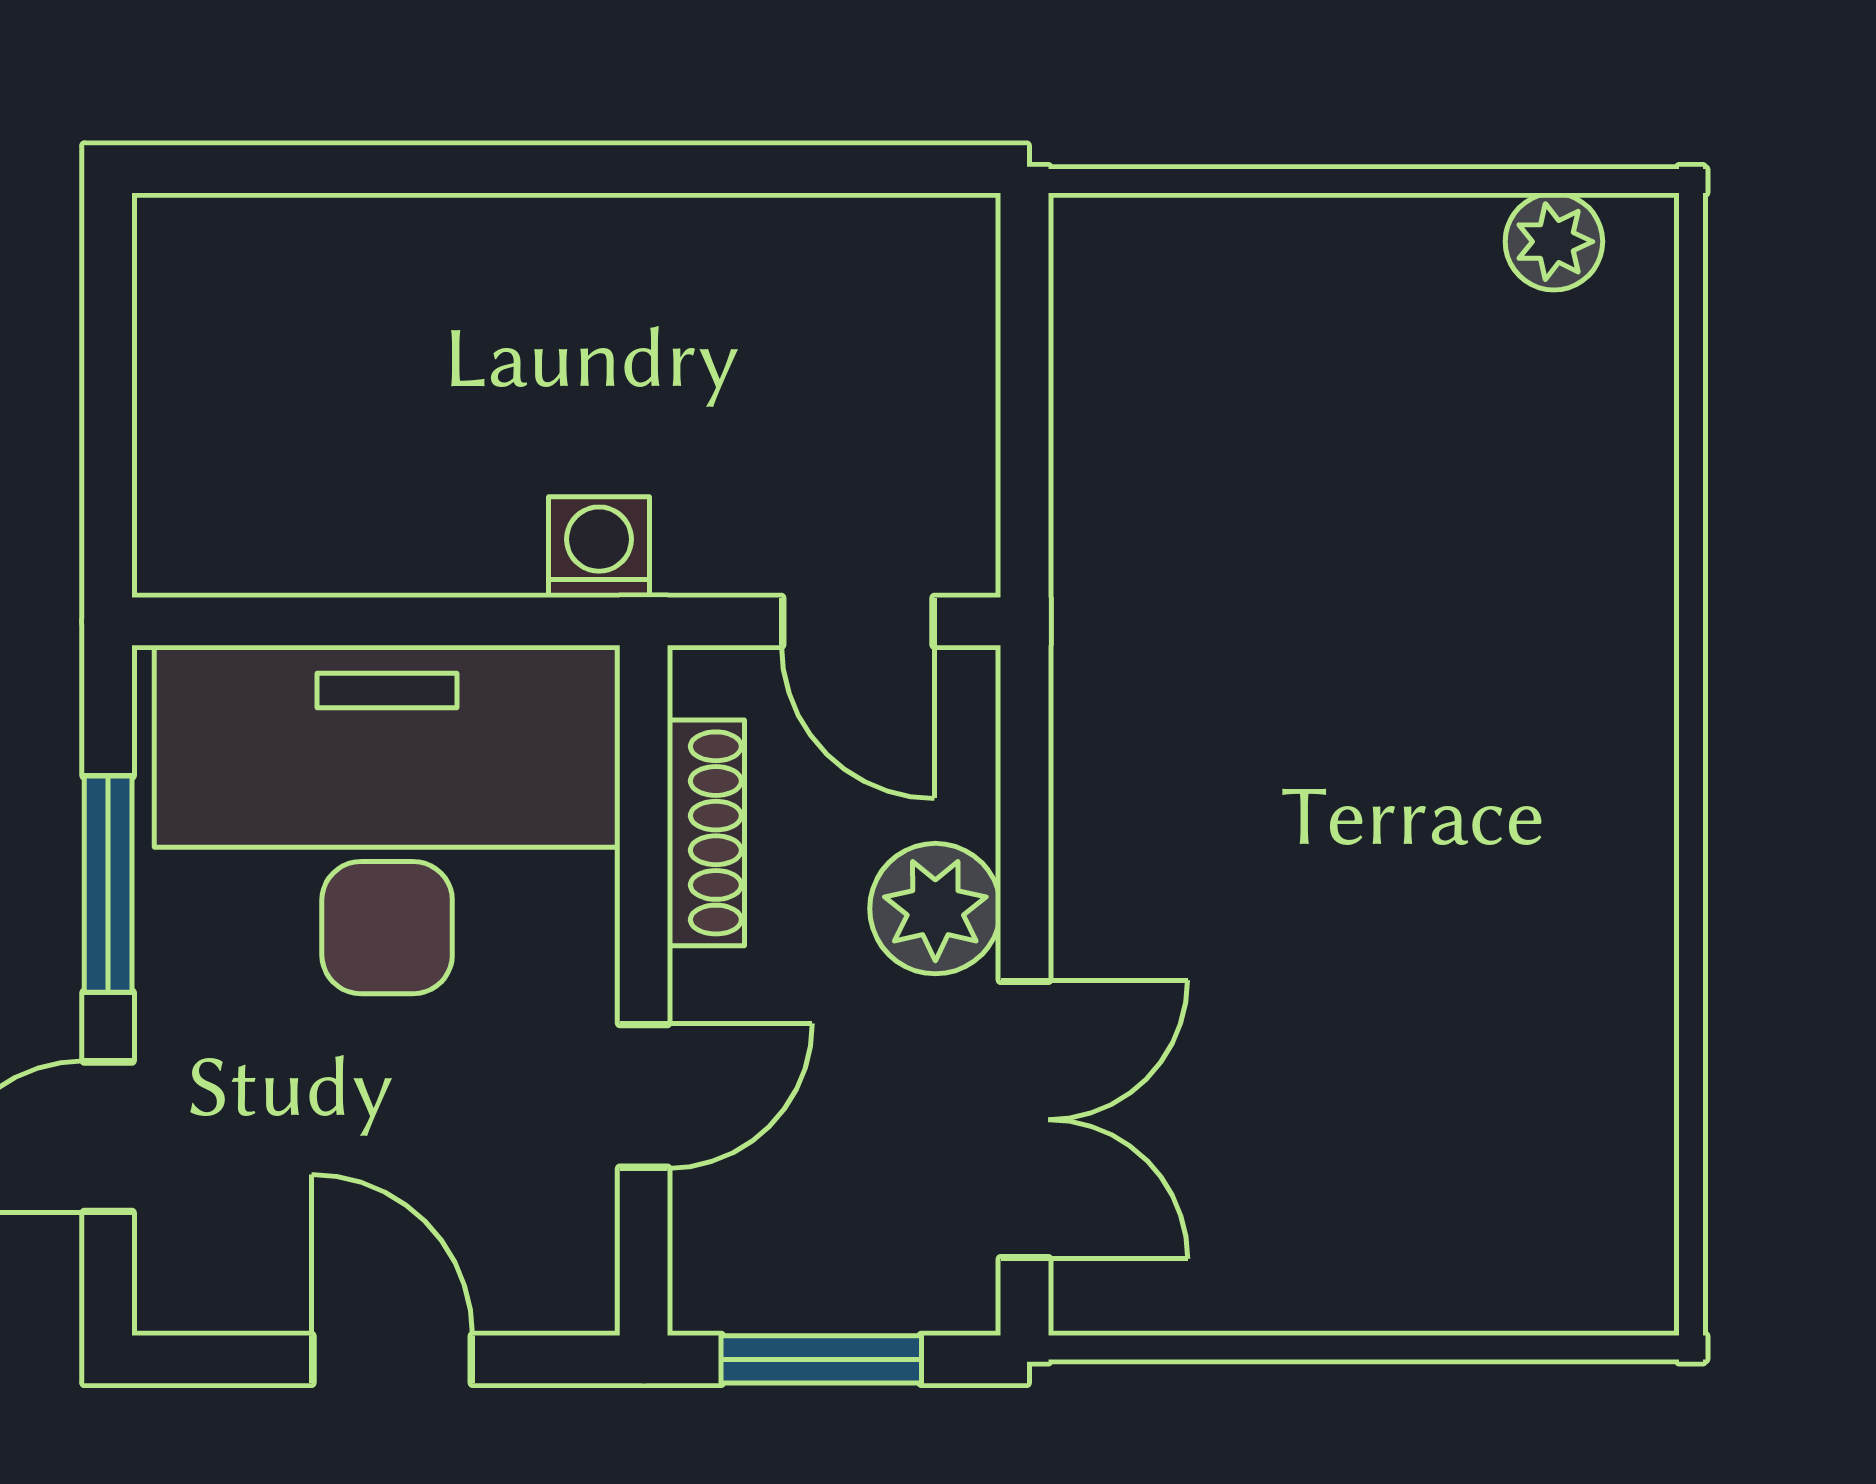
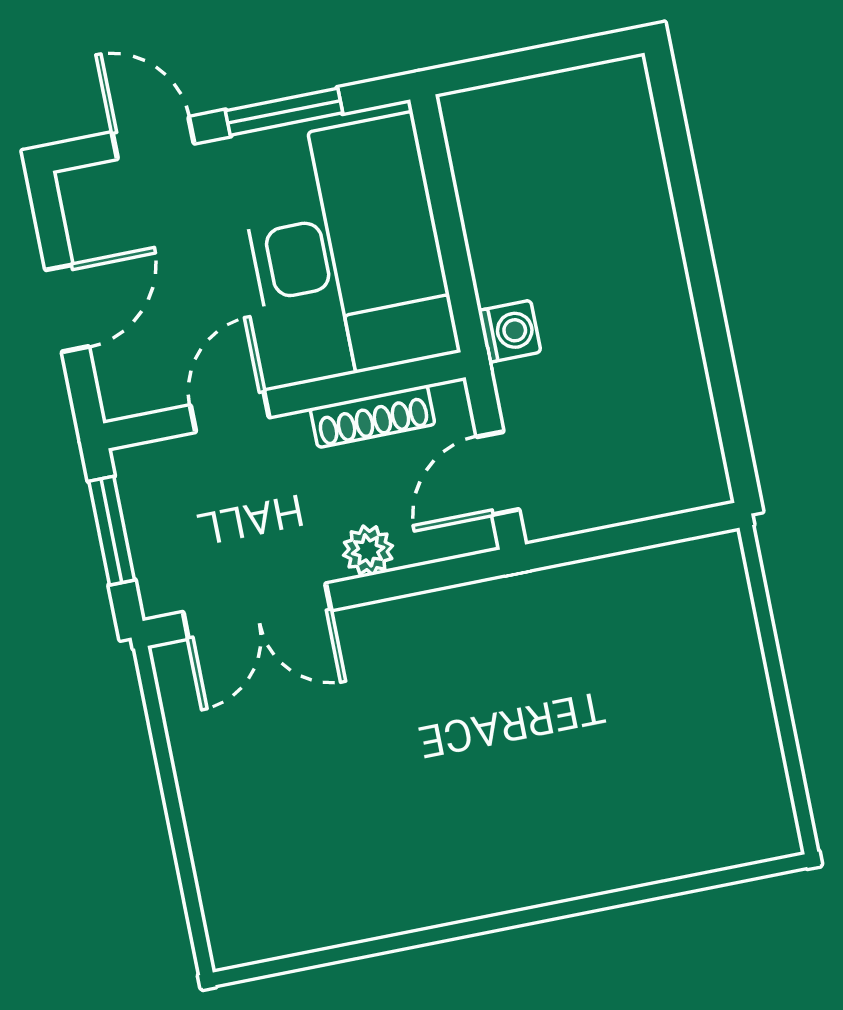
plant: (1554, 242) -> (767, 795), removed
plant: (935, 909) -> (368, 550), width x0.73, depth x0.73
door: (644, 1096) -> (230, 411), swing flipped

